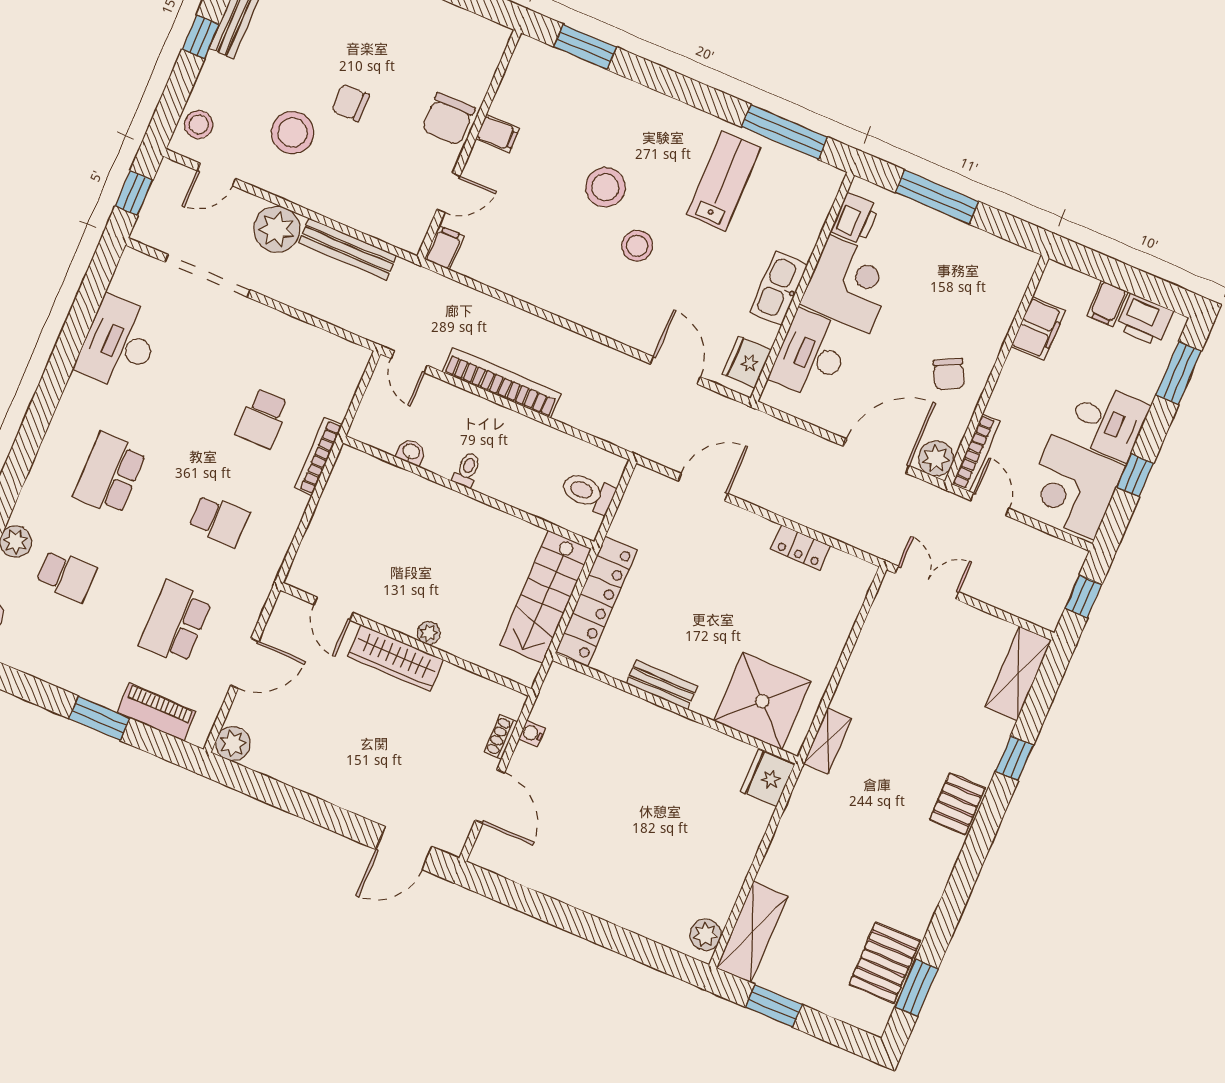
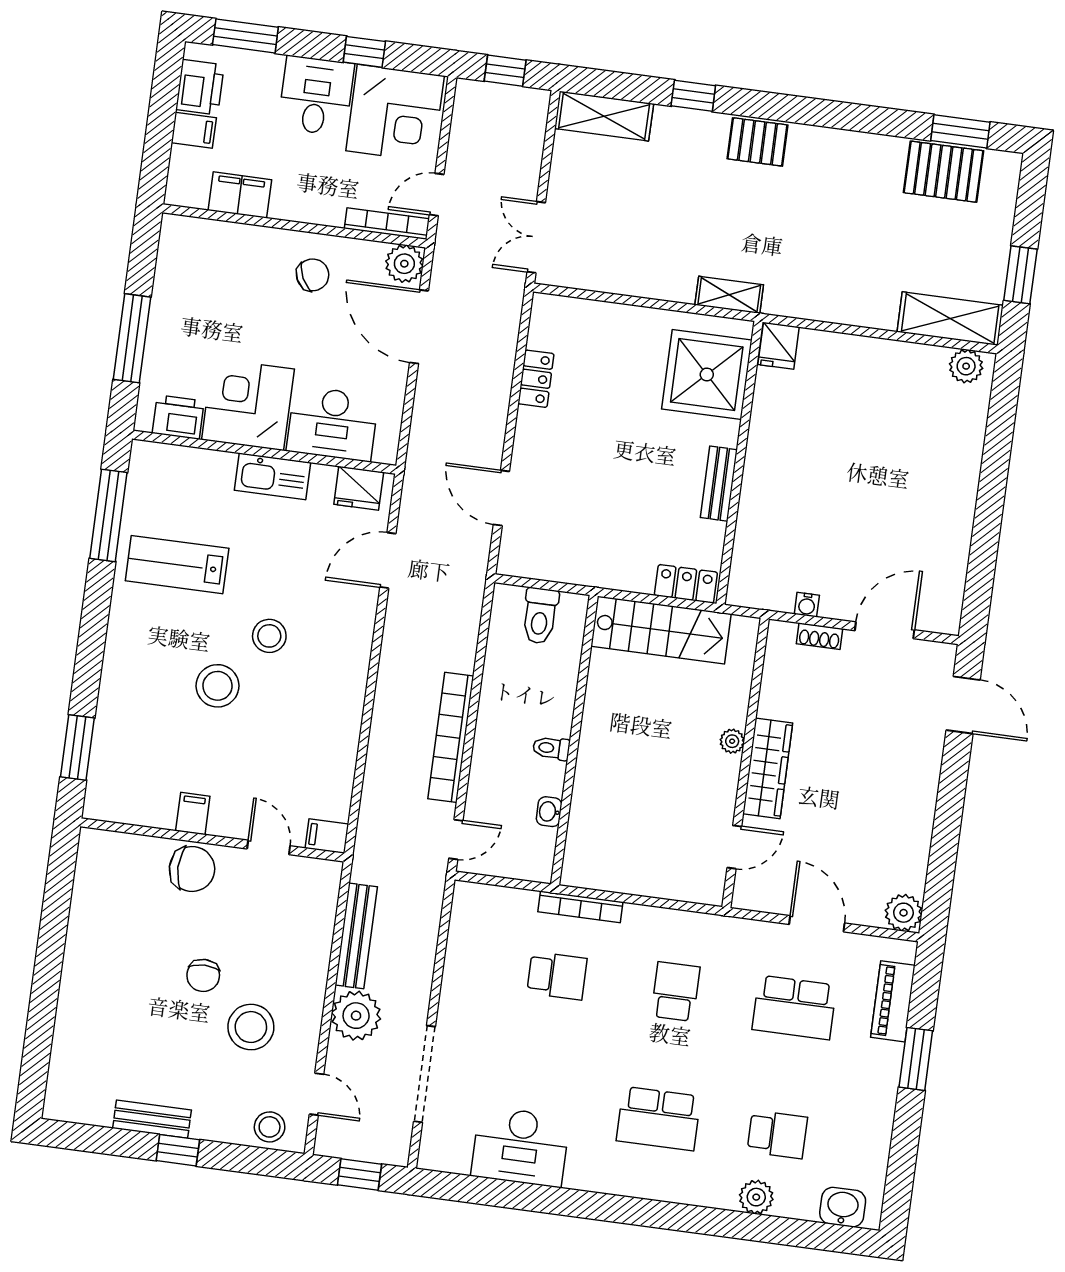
school desk: (66, 576) -> (777, 1134), turned 90
locker: (597, 601) -> (686, 584), width x0.46, depth x0.83
fridge: (768, 778) -> (779, 346), width x0.72

